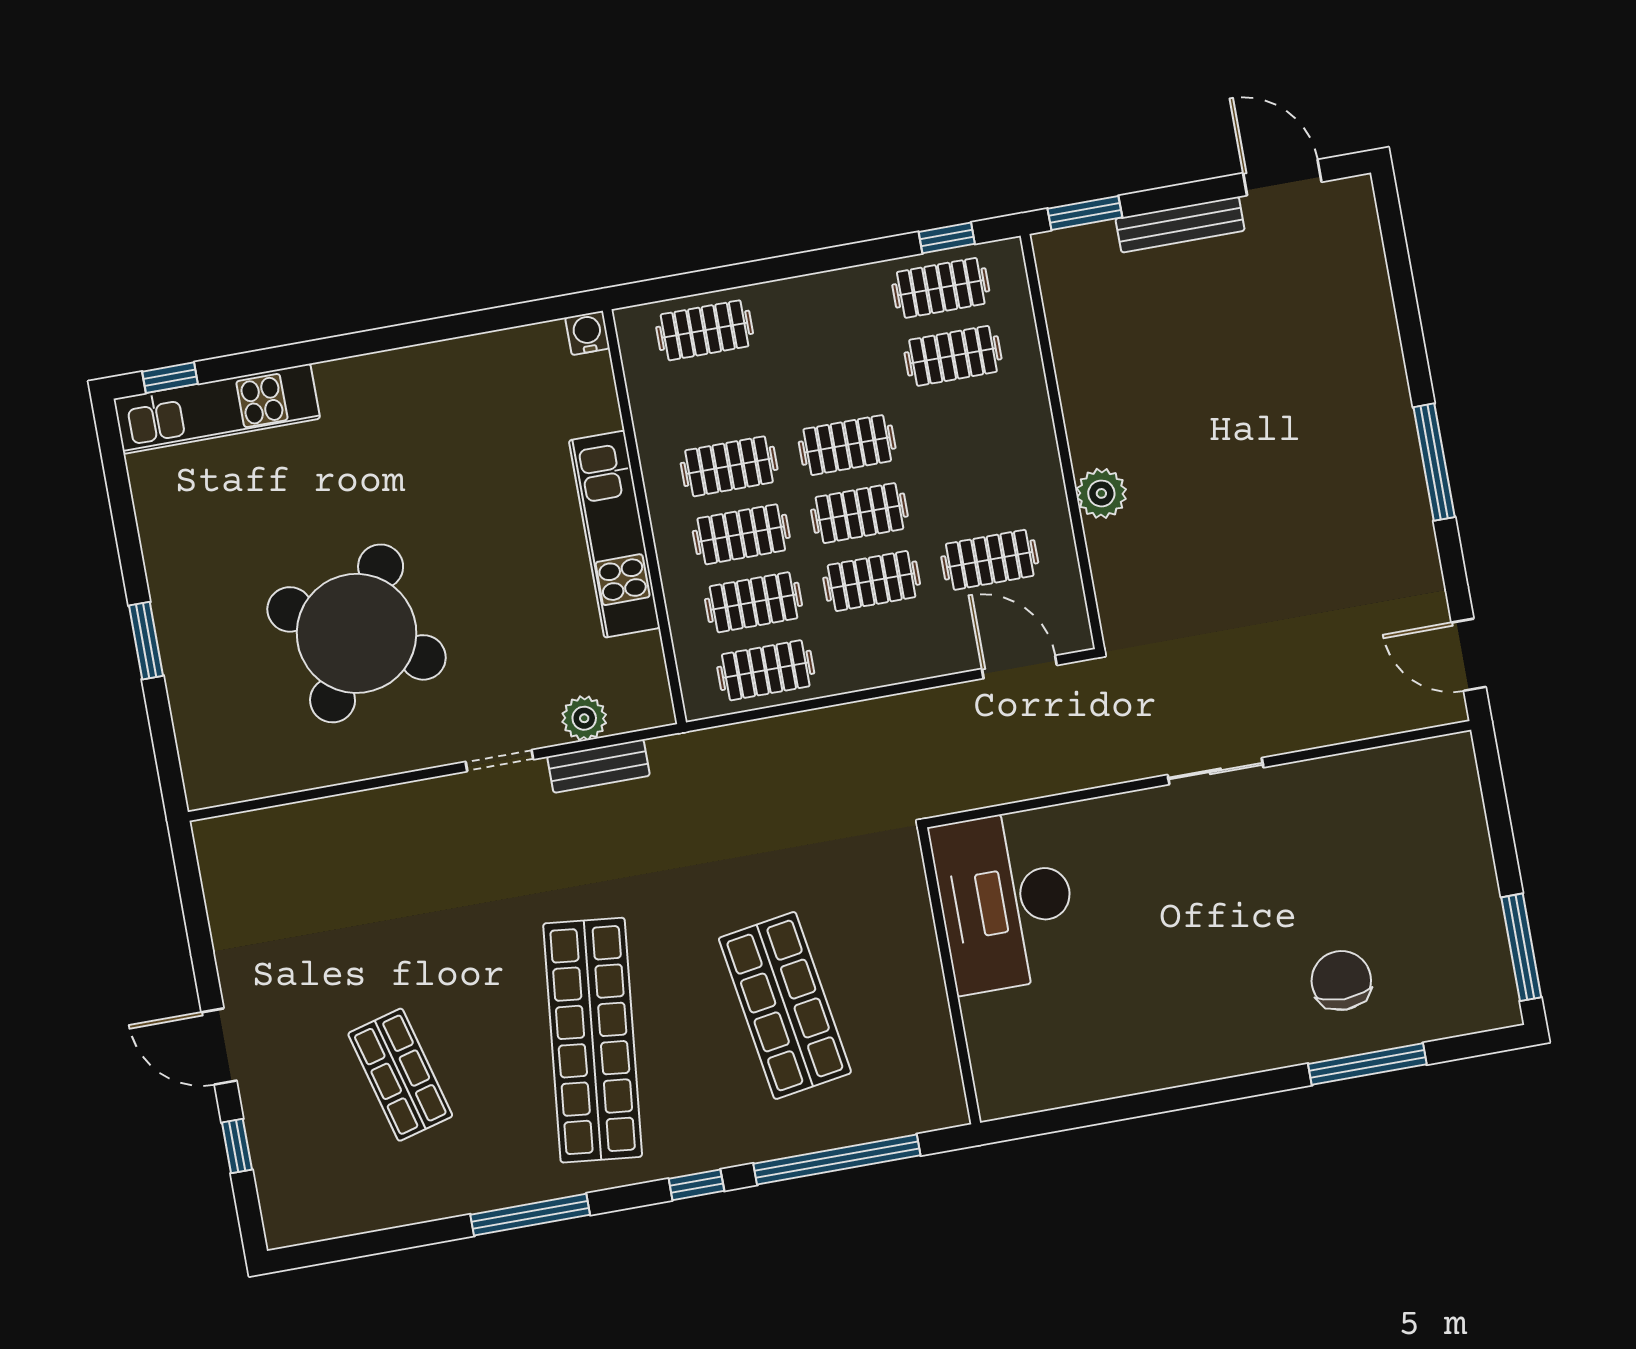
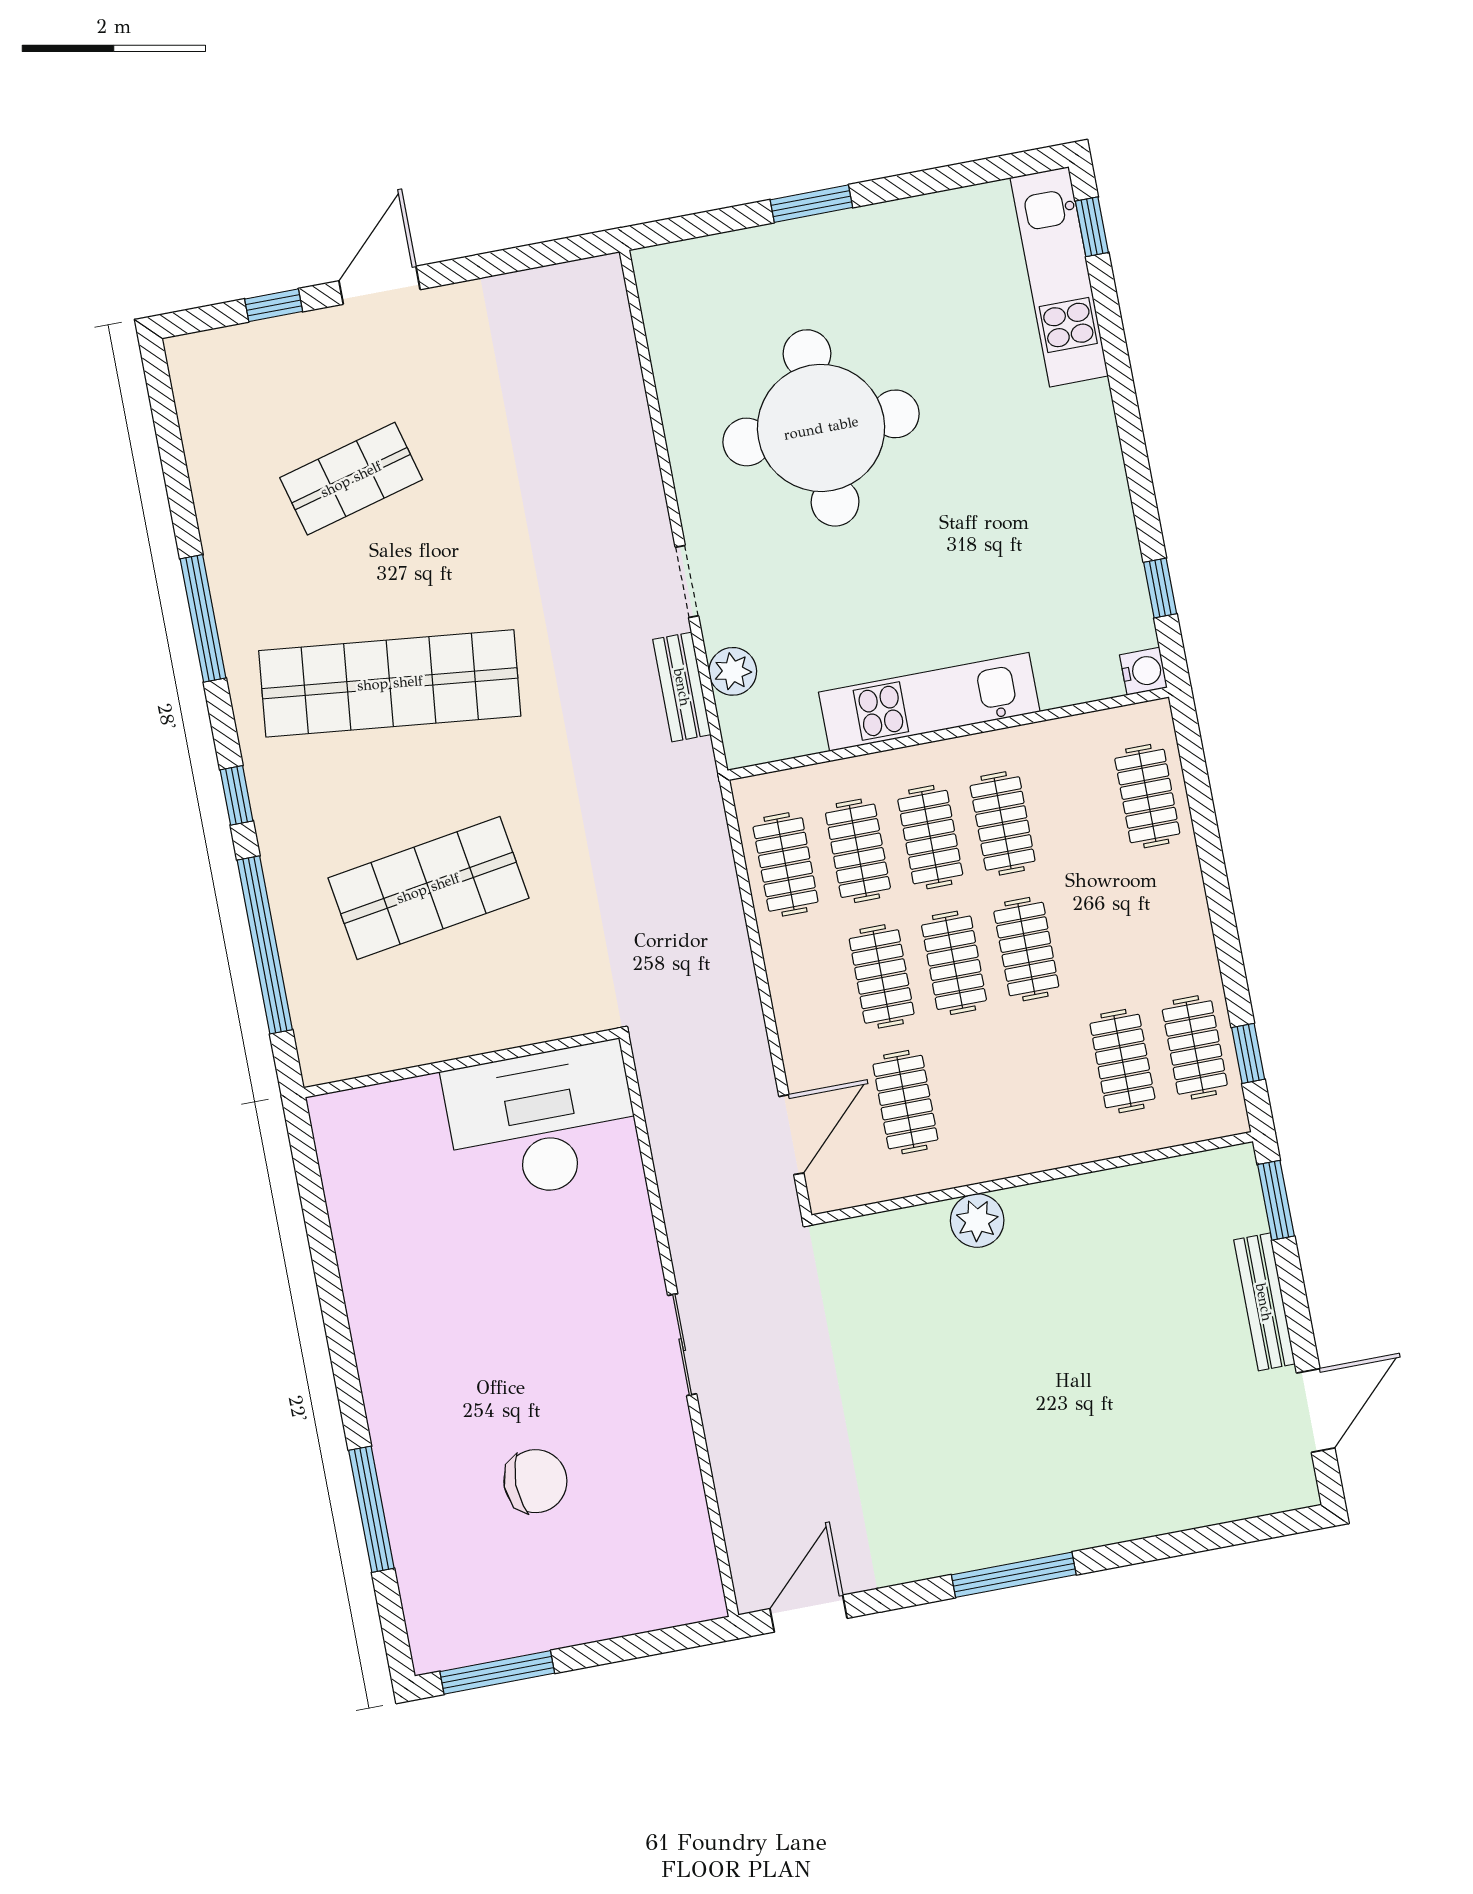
window: (509, 317) -> (1160, 588), added
round table: (357, 633) -> (821, 428), turned -30
chair: (1341, 980) -> (535, 1481), moved

